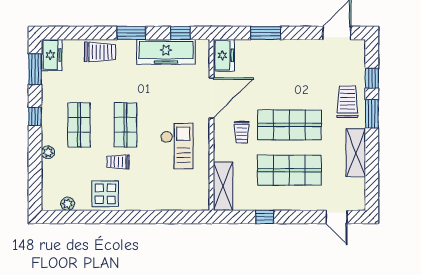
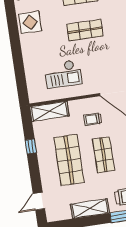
shop shelf: (289, 125) -> (104, 155), width x0.70, depth x0.74
checkout: (177, 146) -> (63, 74), moved
trolley: (118, 162) -> (56, 29), removed

